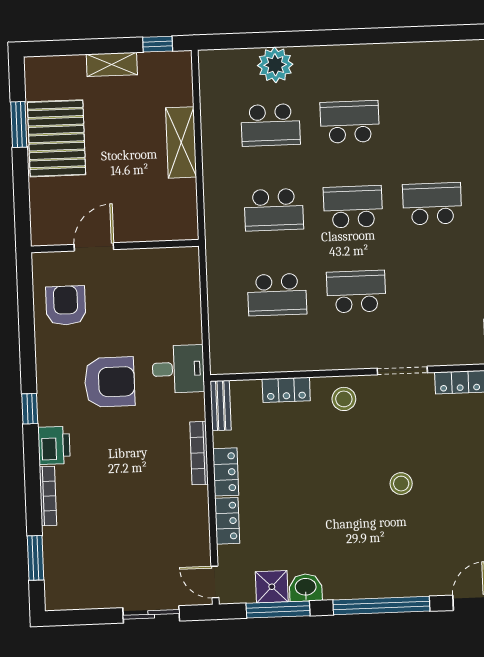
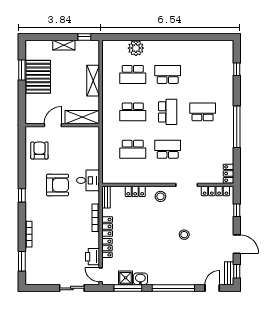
school desk: (353, 207) -> (168, 112), turned 90
shelving: (160, 226) -> (82, 117), added
printer: (54, 445) -> (92, 257), moved, turned 180

